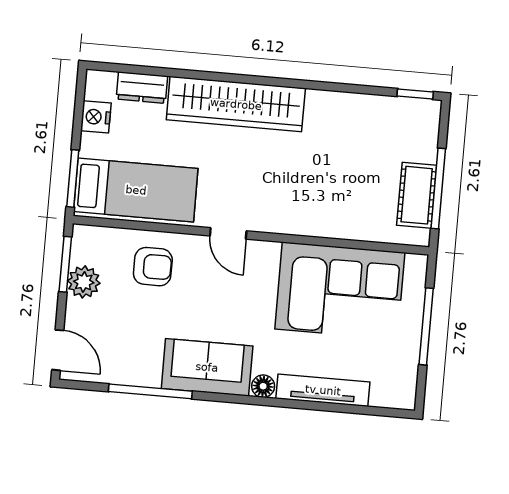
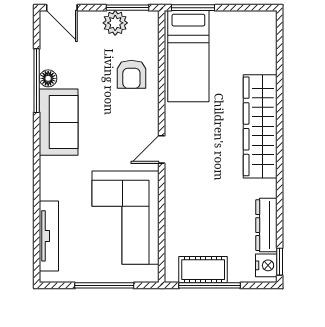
dresser: (142, 88) -> (266, 225), moved, width x1.44
nightstand: (96, 117) -> (266, 265), moved, turned 90
door: (228, 233) -> (162, 149), moved
door: (58, 350) -> (62, 8), hinge flipped
floor lamp: (263, 386) -> (48, 78), moved
tv unit: (323, 390) -> (49, 236), moved

